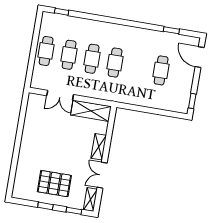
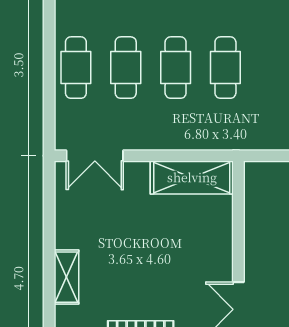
double door: (60, 95) -> (95, 156), moved
shelving: (99, 147) -> (66, 277), moved

